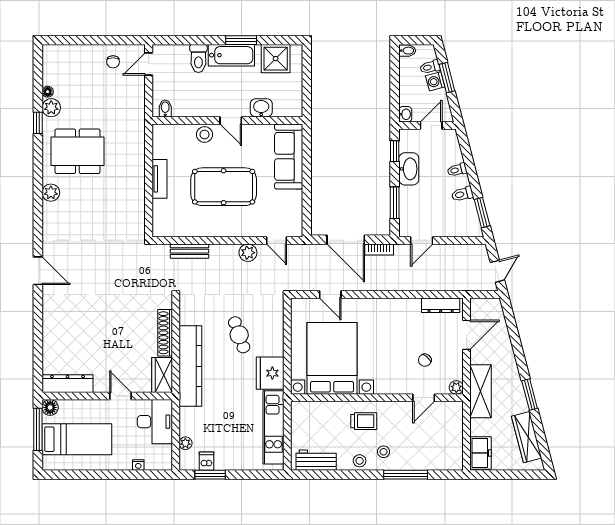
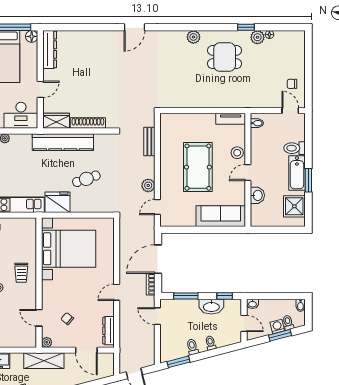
dining table: (77, 151) -> (225, 57), width x0.73
tv unit: (159, 179) -> (231, 119), moved
door: (330, 295) -> (117, 292), moved

